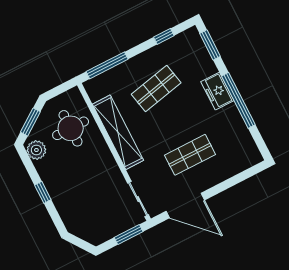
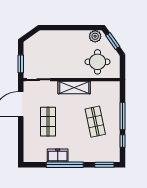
window: (107, 65) -> (123, 116), moved
freezer: (217, 91) -> (58, 155), moved
shelving: (118, 132) -> (74, 87), width x0.68
window: (43, 192) -> (69, 28), removed

